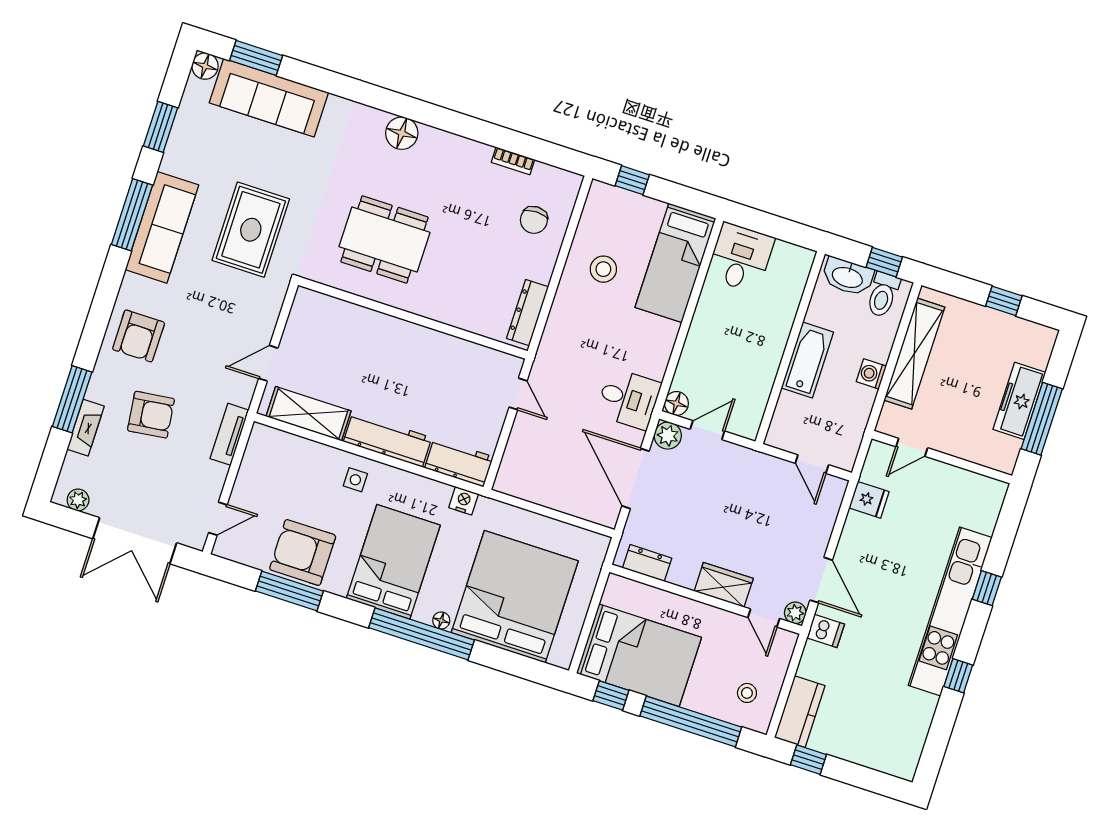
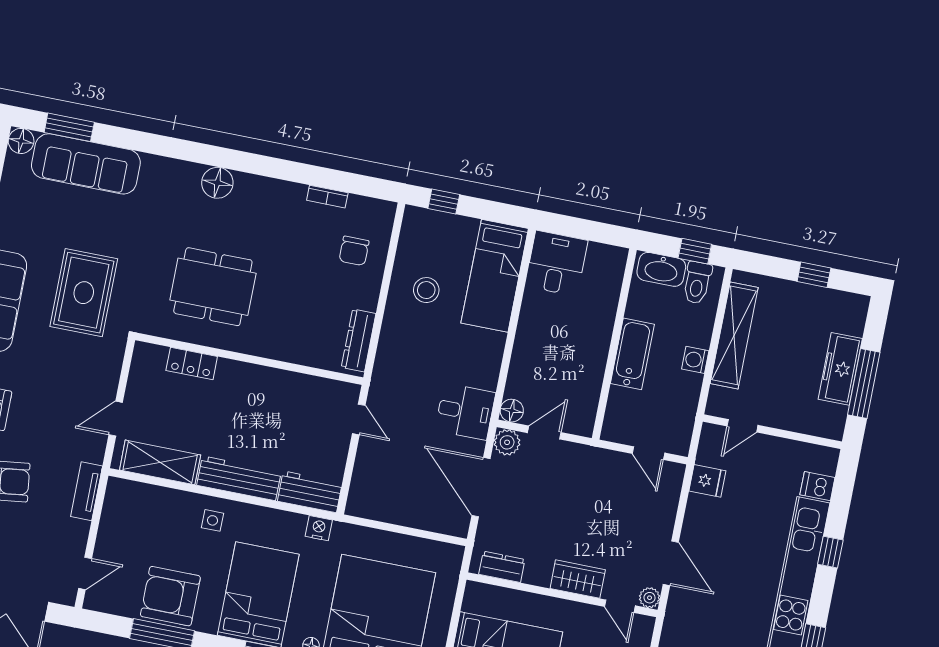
locker: (353, 316) -> (192, 363), added
dishwasher: (826, 631) -> (817, 486), moved, turned 180

